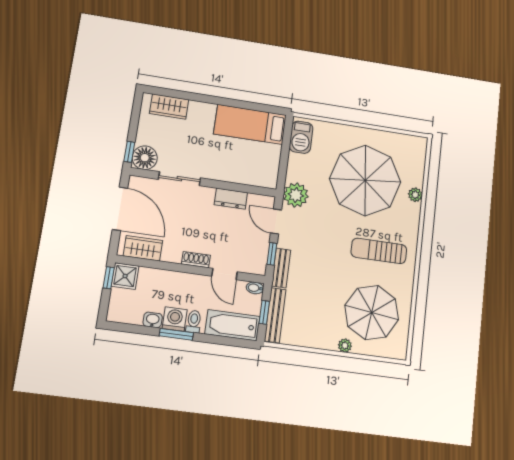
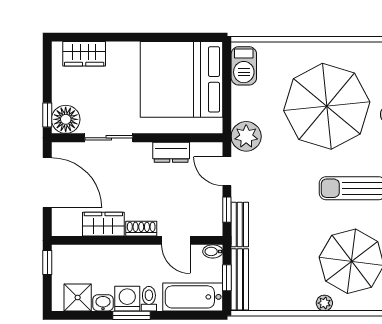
bed: (250, 124) -> (181, 79), width x2.04
wardrobe: (143, 248) -> (103, 224), moved
shower: (125, 276) -> (78, 297), moved

